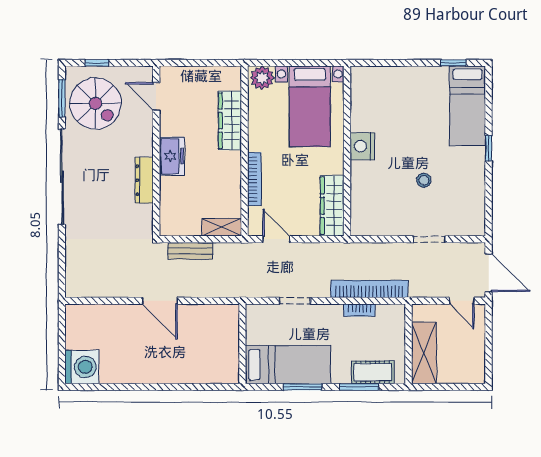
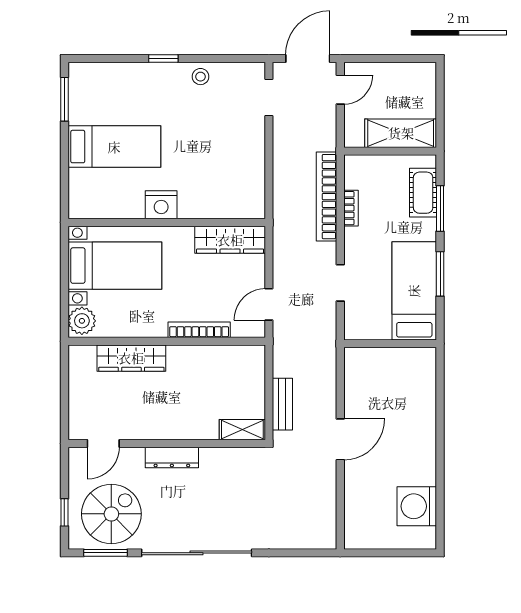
window: (453, 63) -> (64, 99), width x1.50
bed: (467, 106) -> (114, 147), moved
freezer: (172, 156) -> (173, 425), removed
dresser: (144, 180) -> (172, 457), moved
stool: (424, 180) -> (201, 77), moved
shelving: (222, 227) -> (242, 430), moved, turned 90
doorway: (429, 239) -> (269, 97), moved
washing machine: (82, 367) -> (417, 506), moved, turned -90

